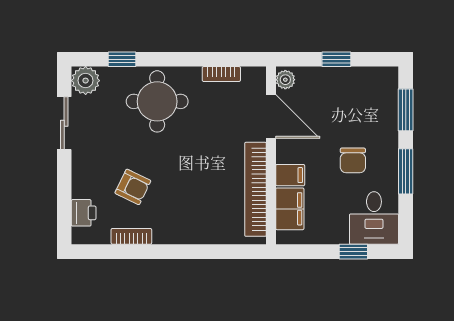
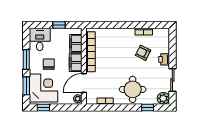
window: (336, 59) -> (43, 107), moved
corner desk: (365, 105) -> (43, 88), added
door: (271, 116) -> (84, 83), hinge flipped
filing cabinet: (290, 175) -> (76, 62), width x2.00
printer: (84, 213) -> (164, 59), moved
window: (353, 252) -> (59, 25), moved

